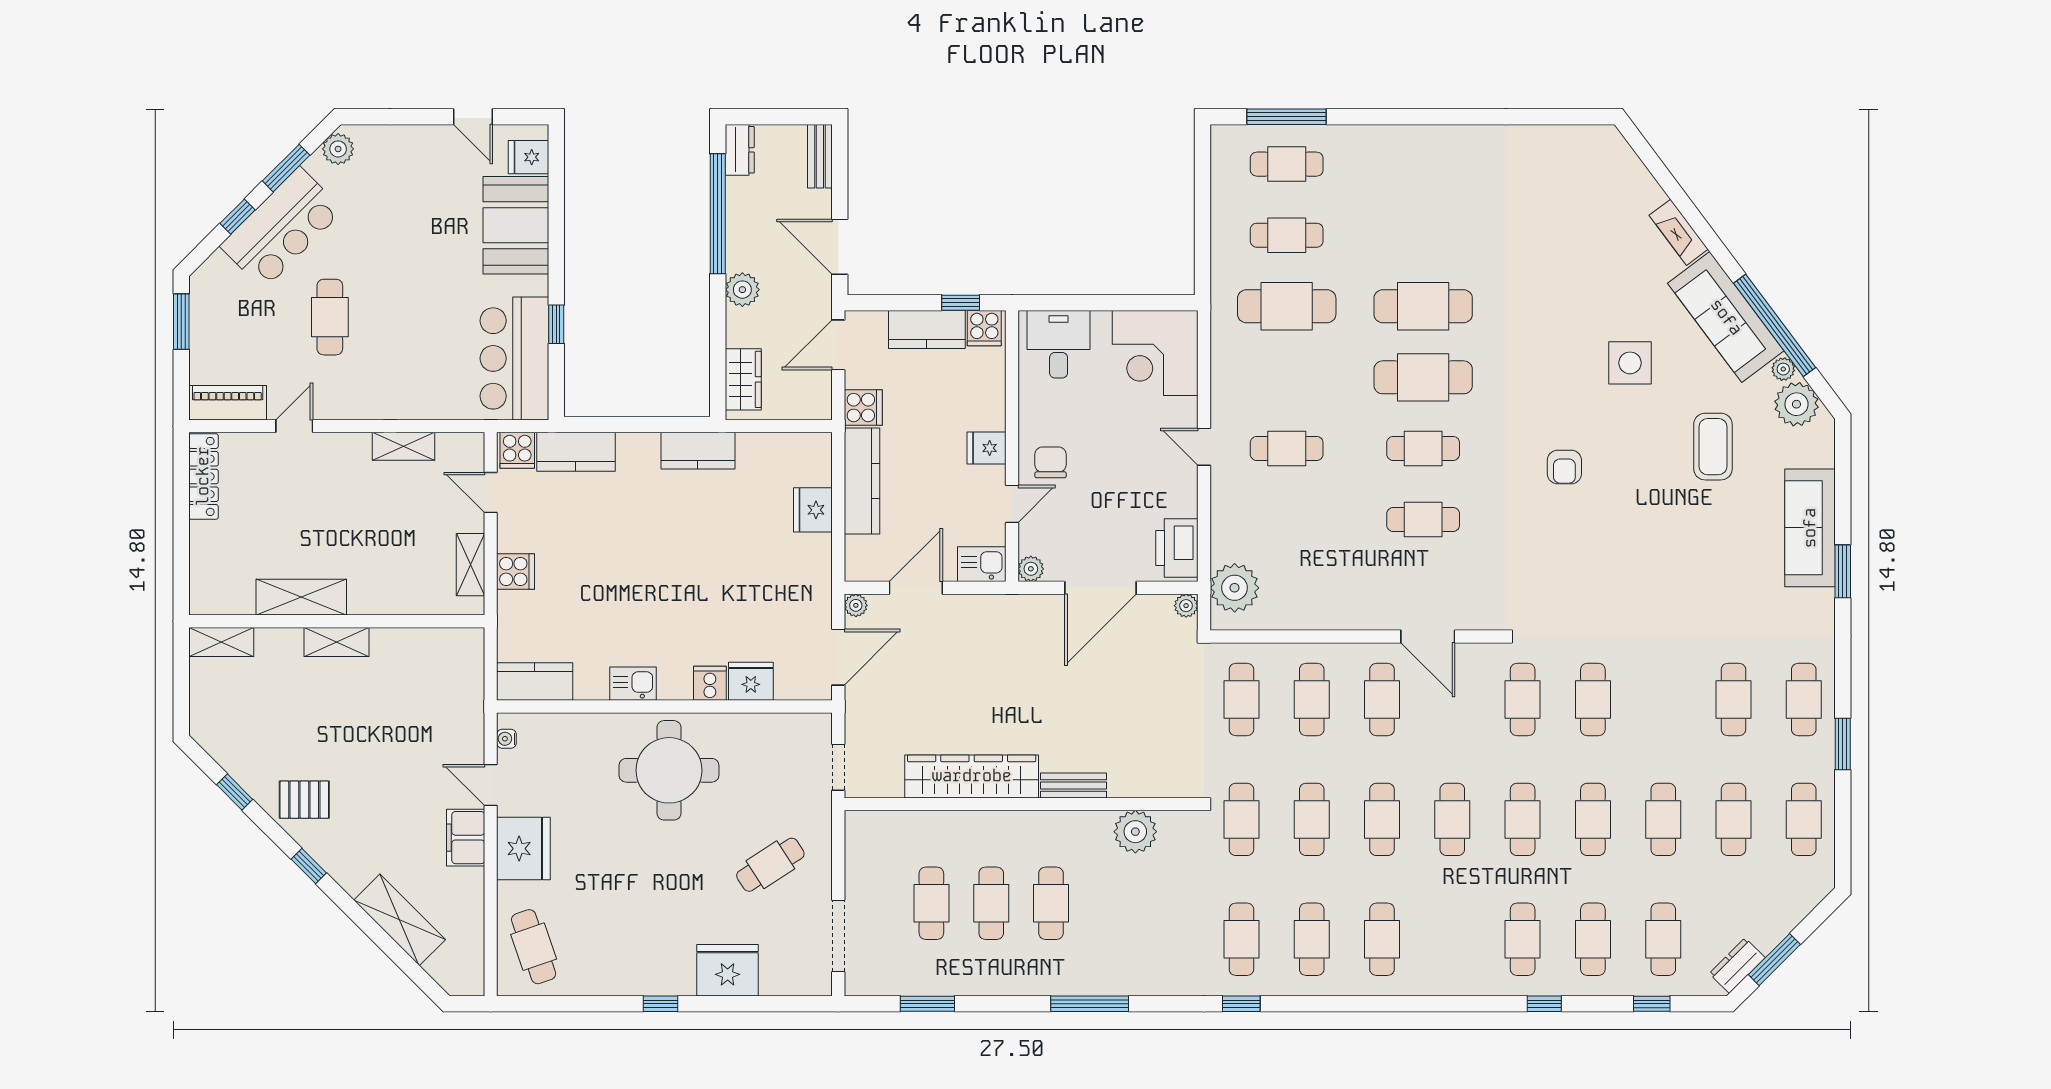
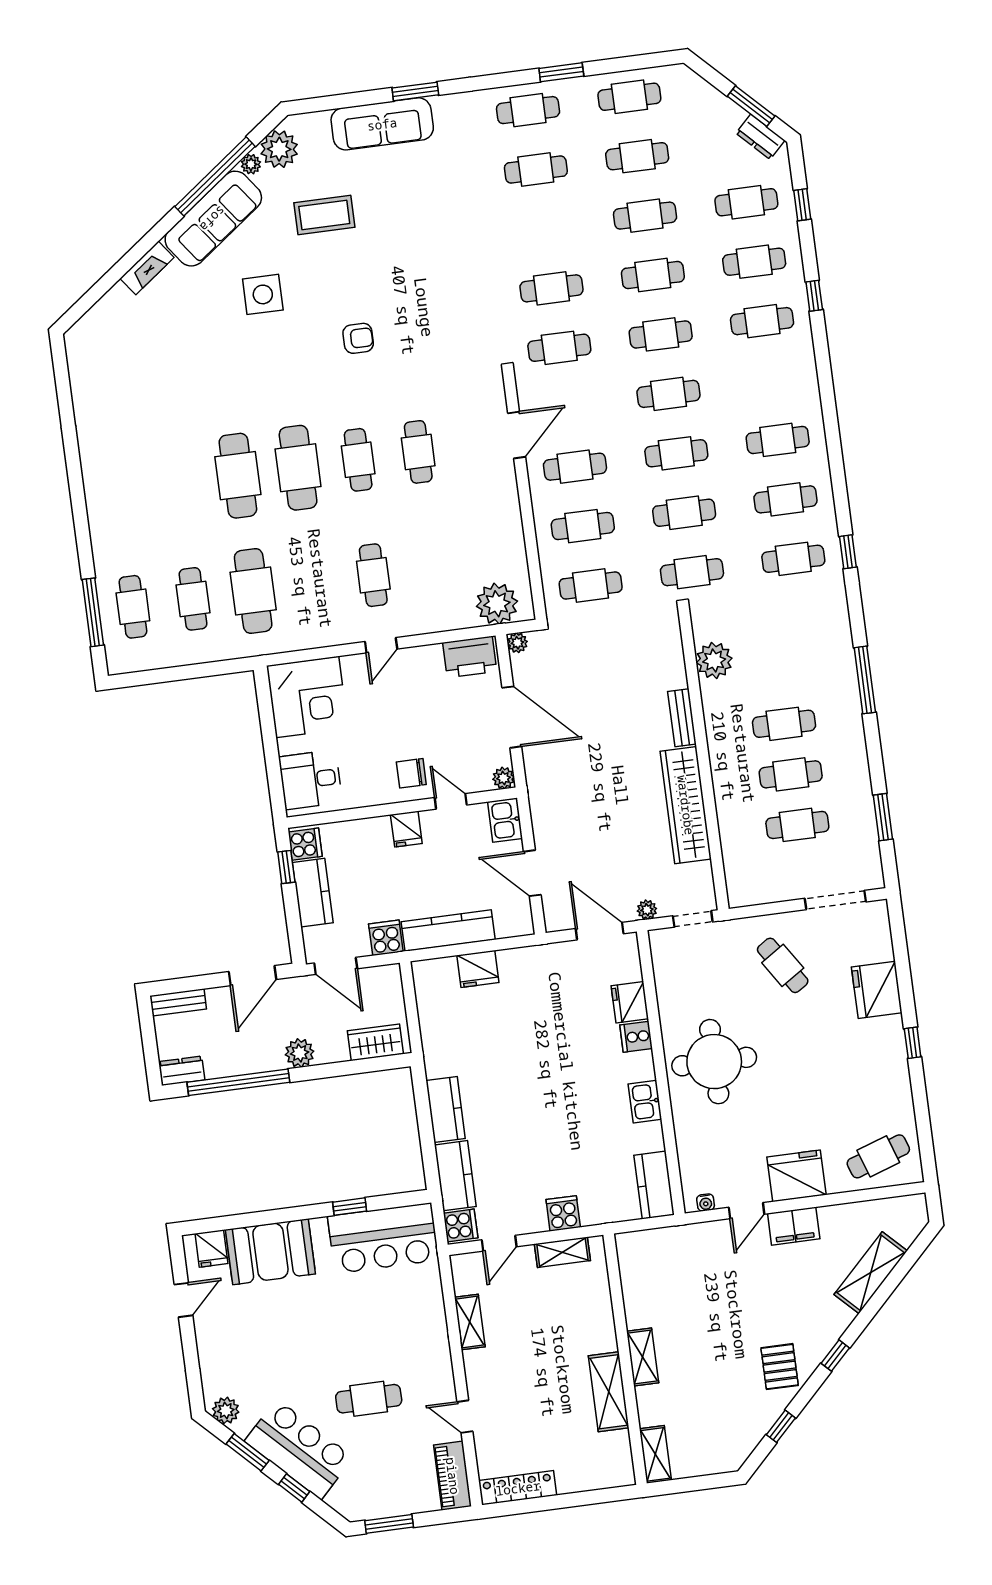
kitchen counter: (698, 451) -> (446, 1110), moved
plant: (856, 605) -> (647, 910), moved

